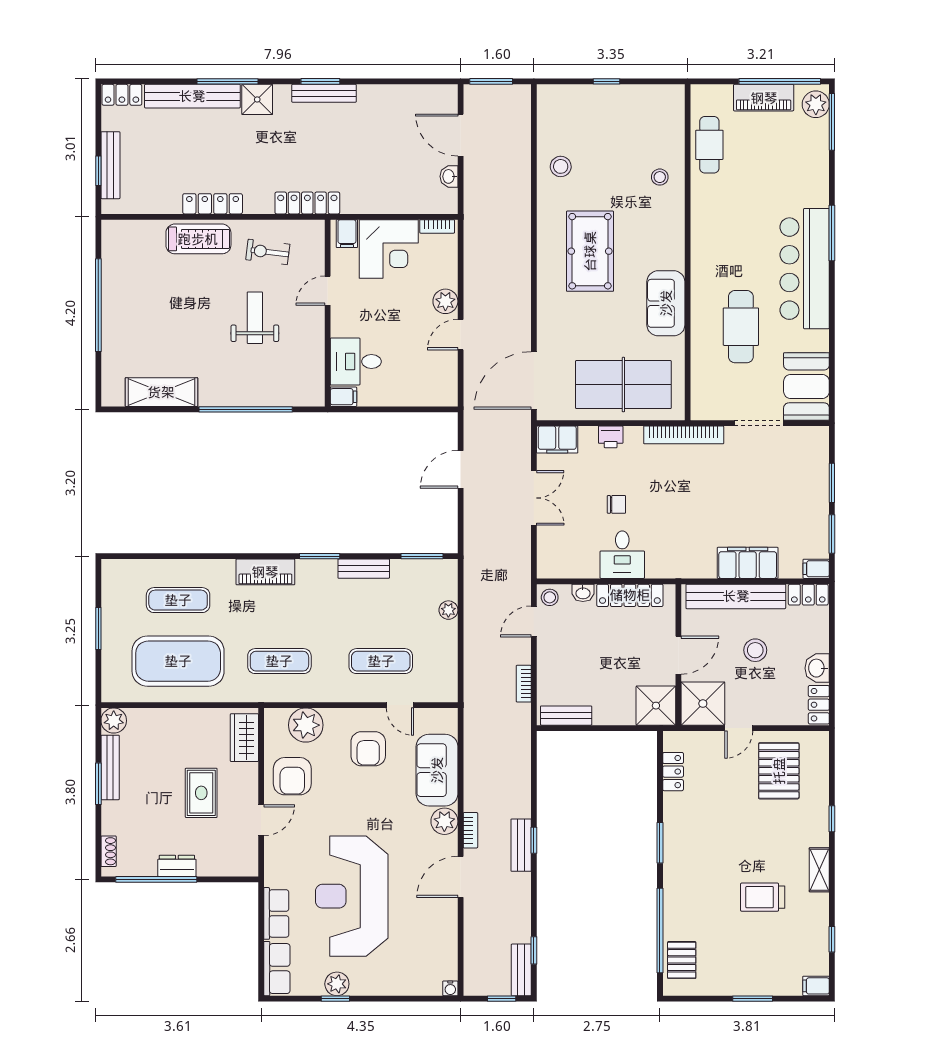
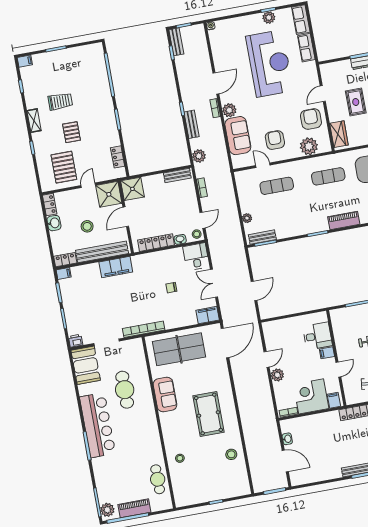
filing cabinet: (343, 397) -> (327, 353), moved
printer: (611, 437) -> (76, 341), moved
desk: (622, 555) -> (196, 257), moved
filing cabinet: (748, 563) -> (116, 267), moved
bench: (364, 569) -> (262, 237), moved
plant: (518, 745) -> (199, 156), added
bench: (521, 845) -> (192, 124), moved
pallet: (682, 960) -> (71, 132), moved

